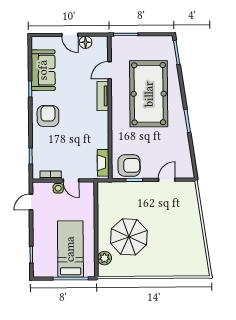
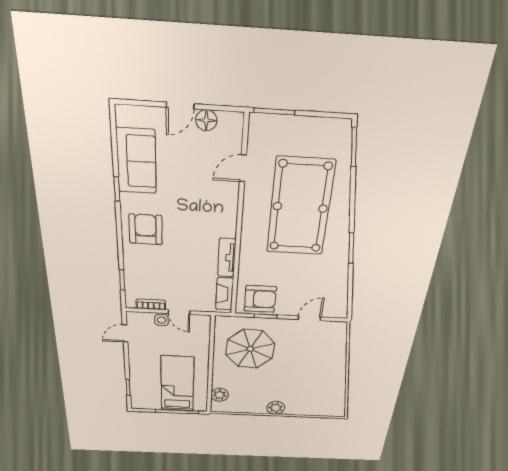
door: (70, 35) -> (180, 105), hinge flipped
tv unit: (103, 96) -> (227, 258), moved
parasol: (129, 237) -> (250, 349), moved
plant: (151, 269) -> (276, 408), added

